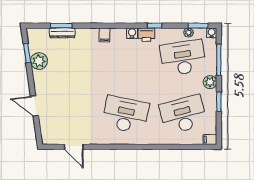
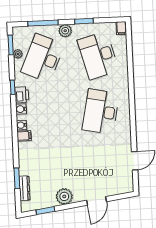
dresser: (62, 33) -> (24, 188), moved
water cooler: (212, 33) -> (21, 125), moved
desk: (183, 58) -> (43, 58), turned 33
plant: (39, 61) -> (64, 196), moved

